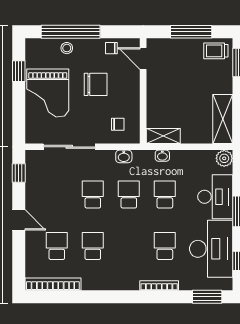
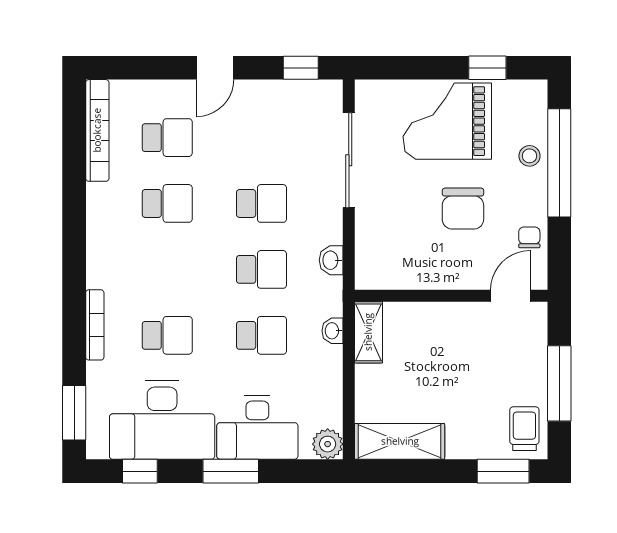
chair: (118, 124) -> (390, 249), removed

